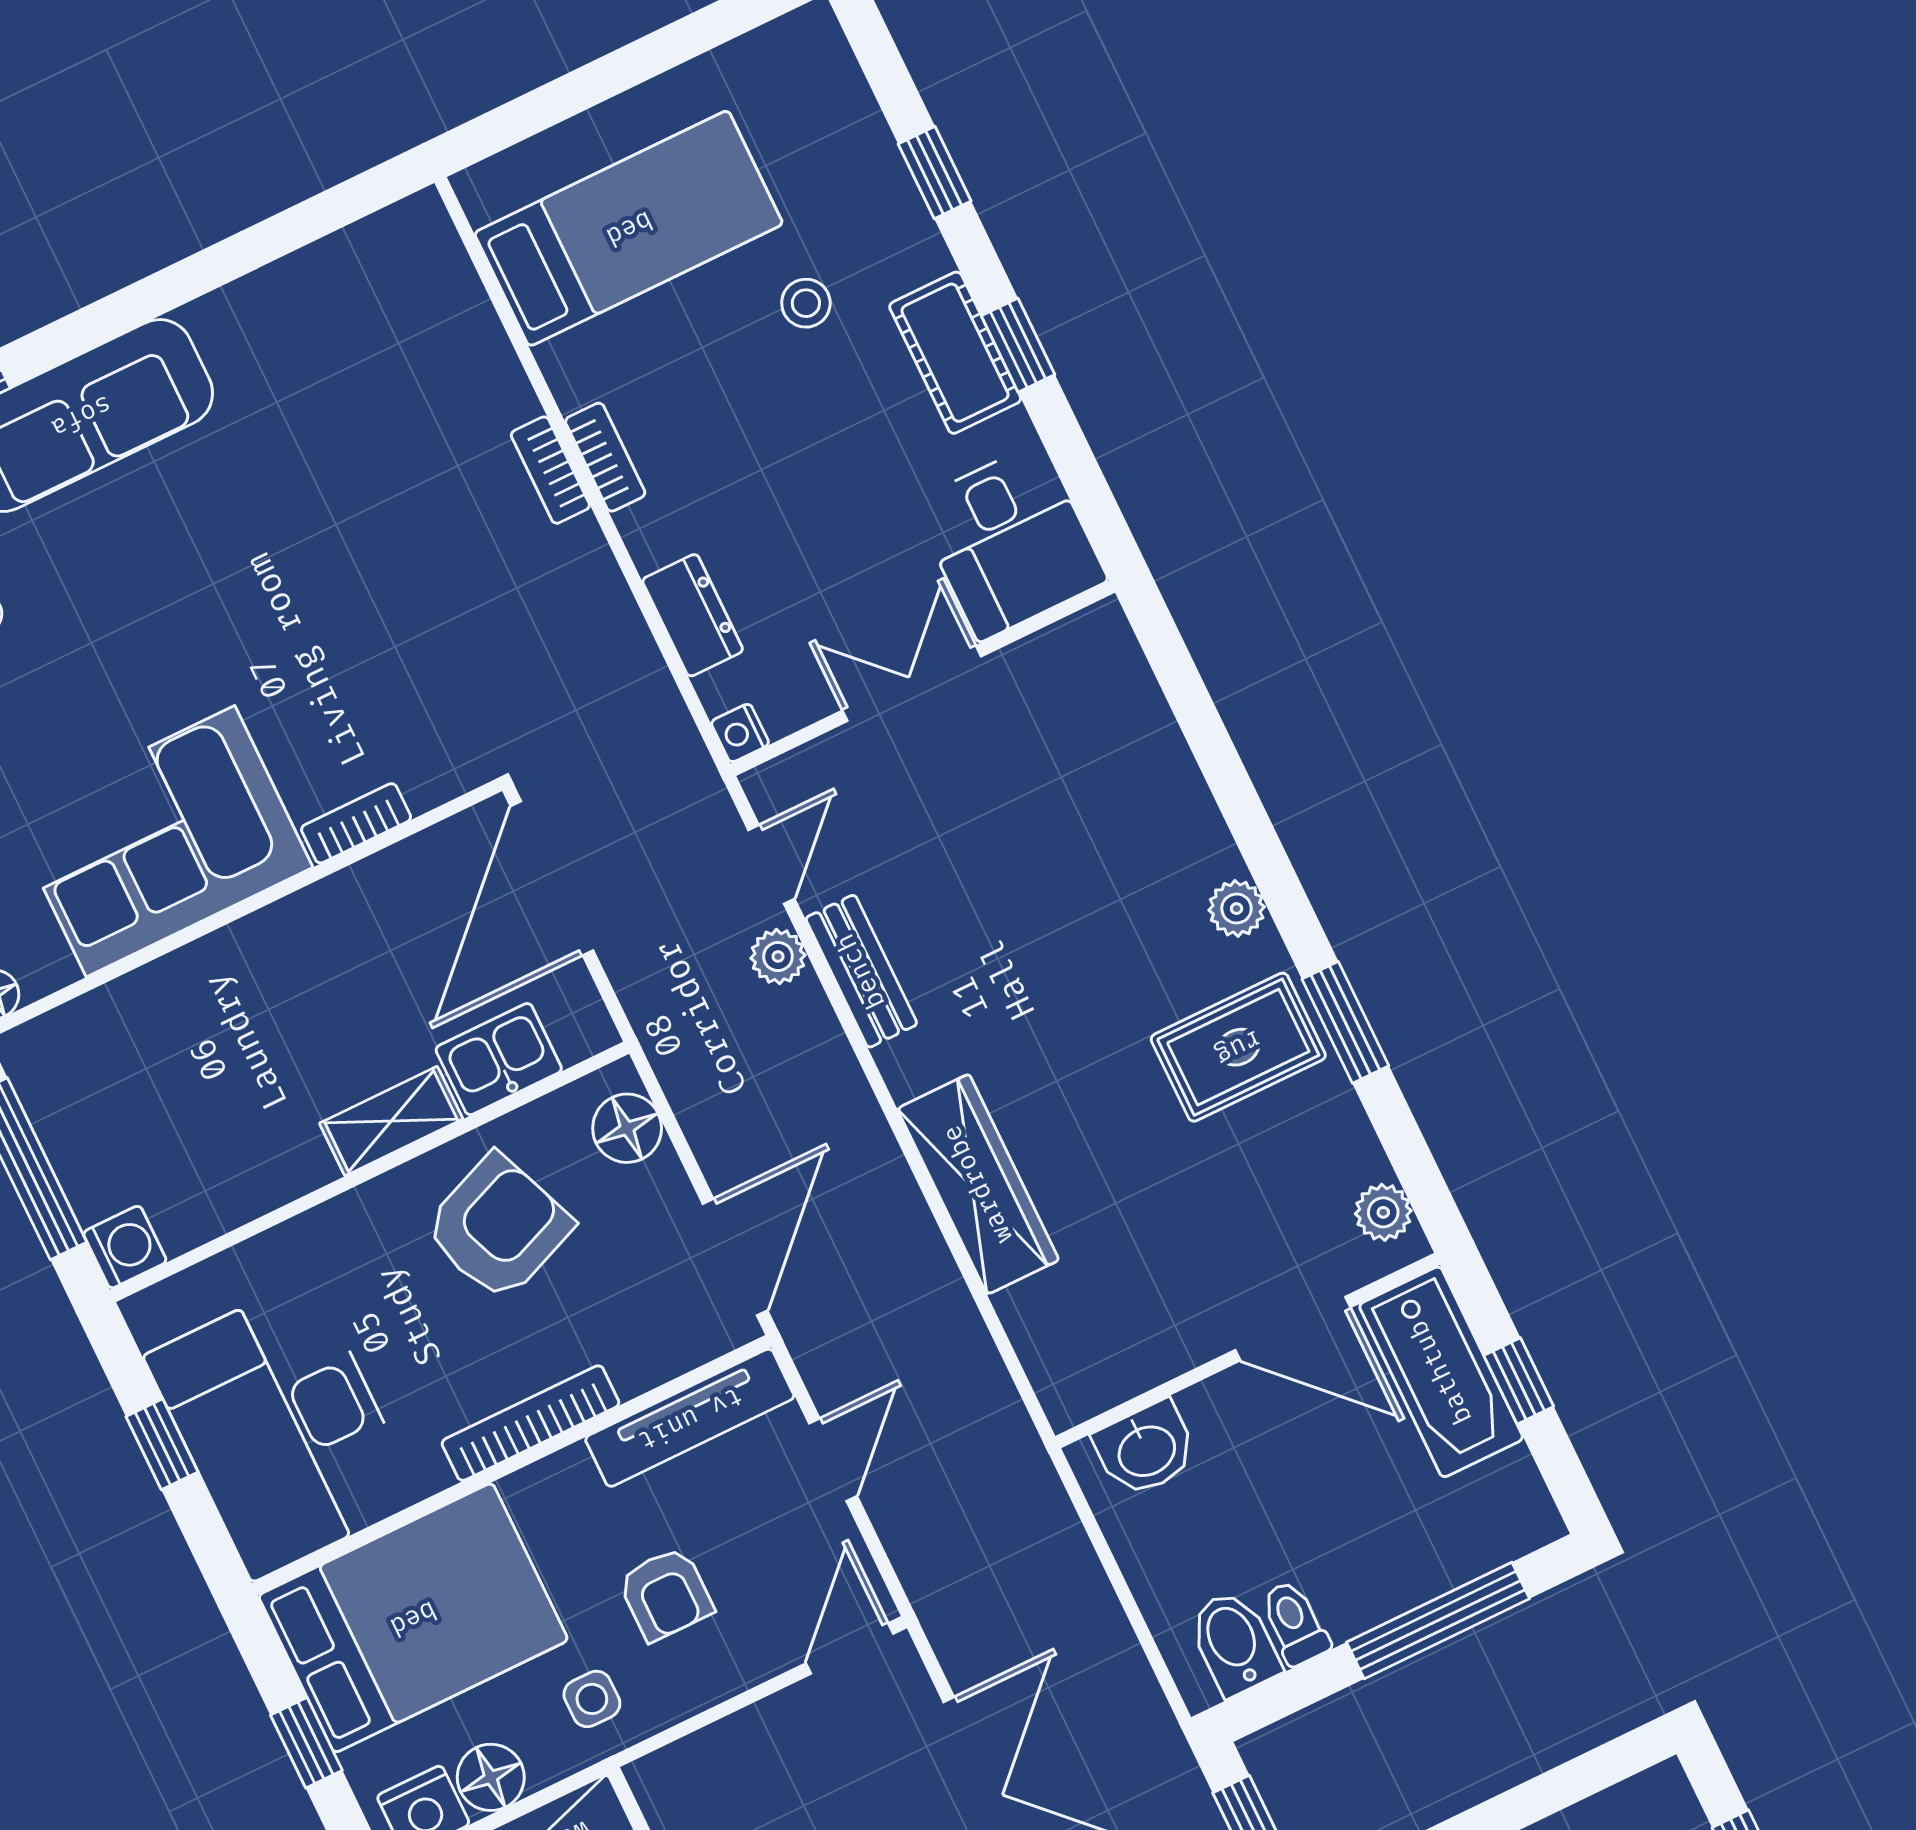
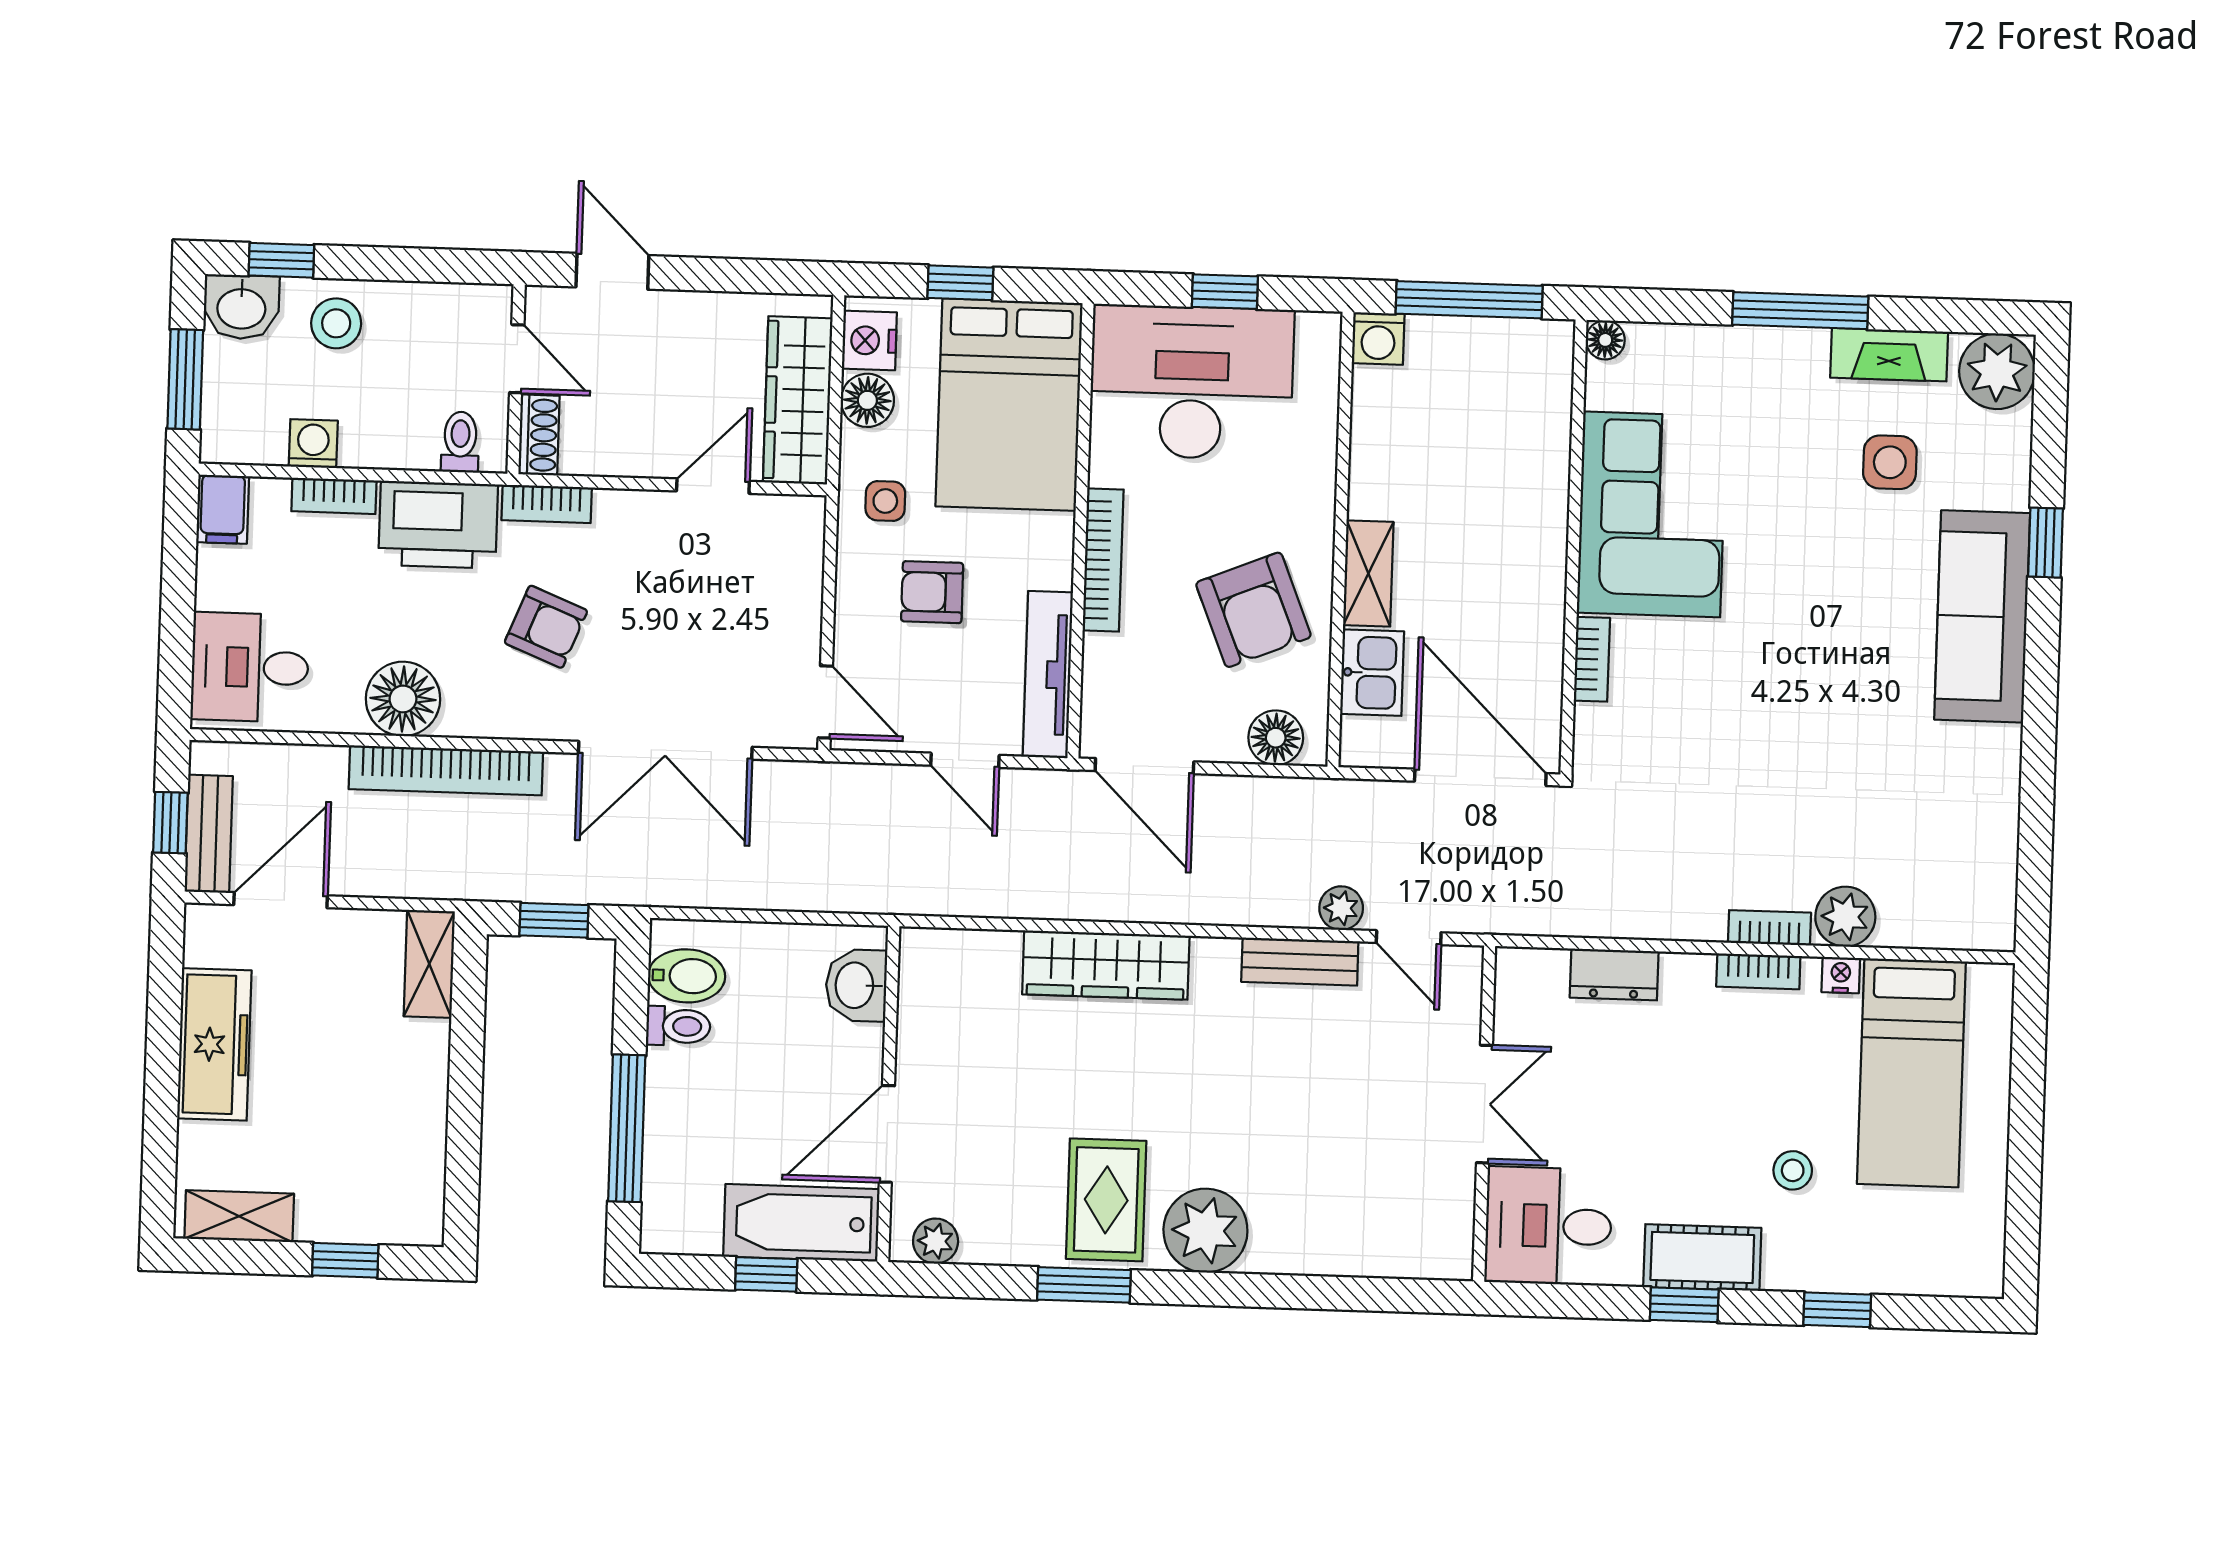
plant: (494, 392) -> (1845, 917), added
nightstand: (740, 733) -> (1841, 975), moved
plant: (1237, 909) -> (1205, 1231), width x1.88, depth x1.88

